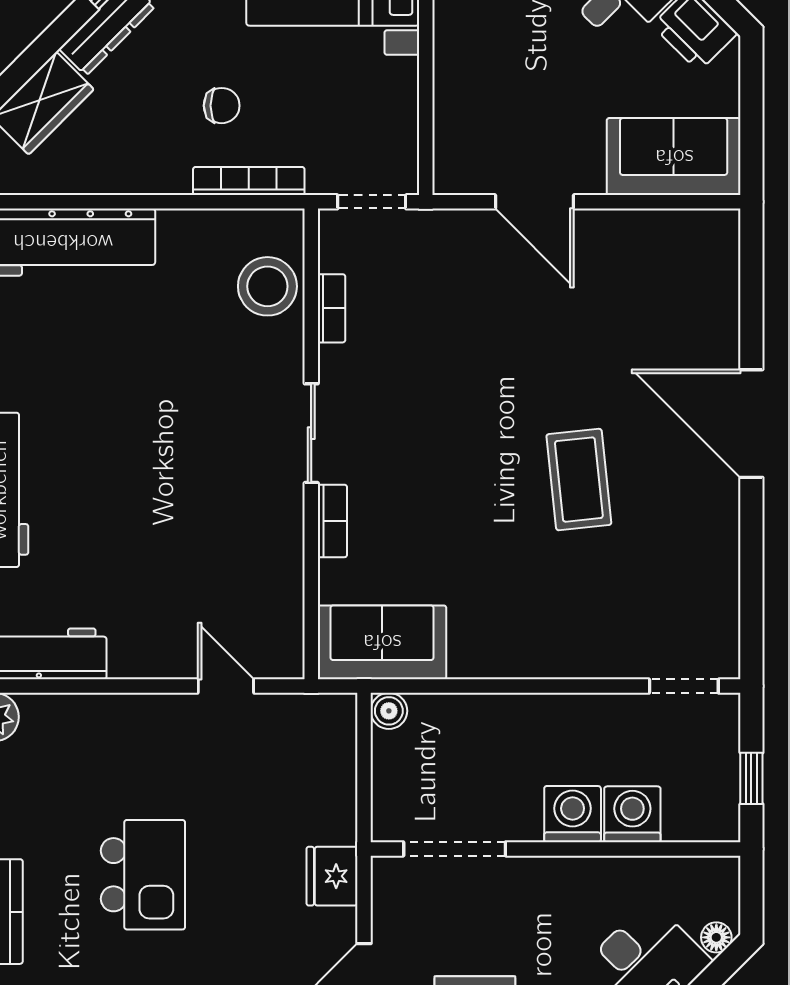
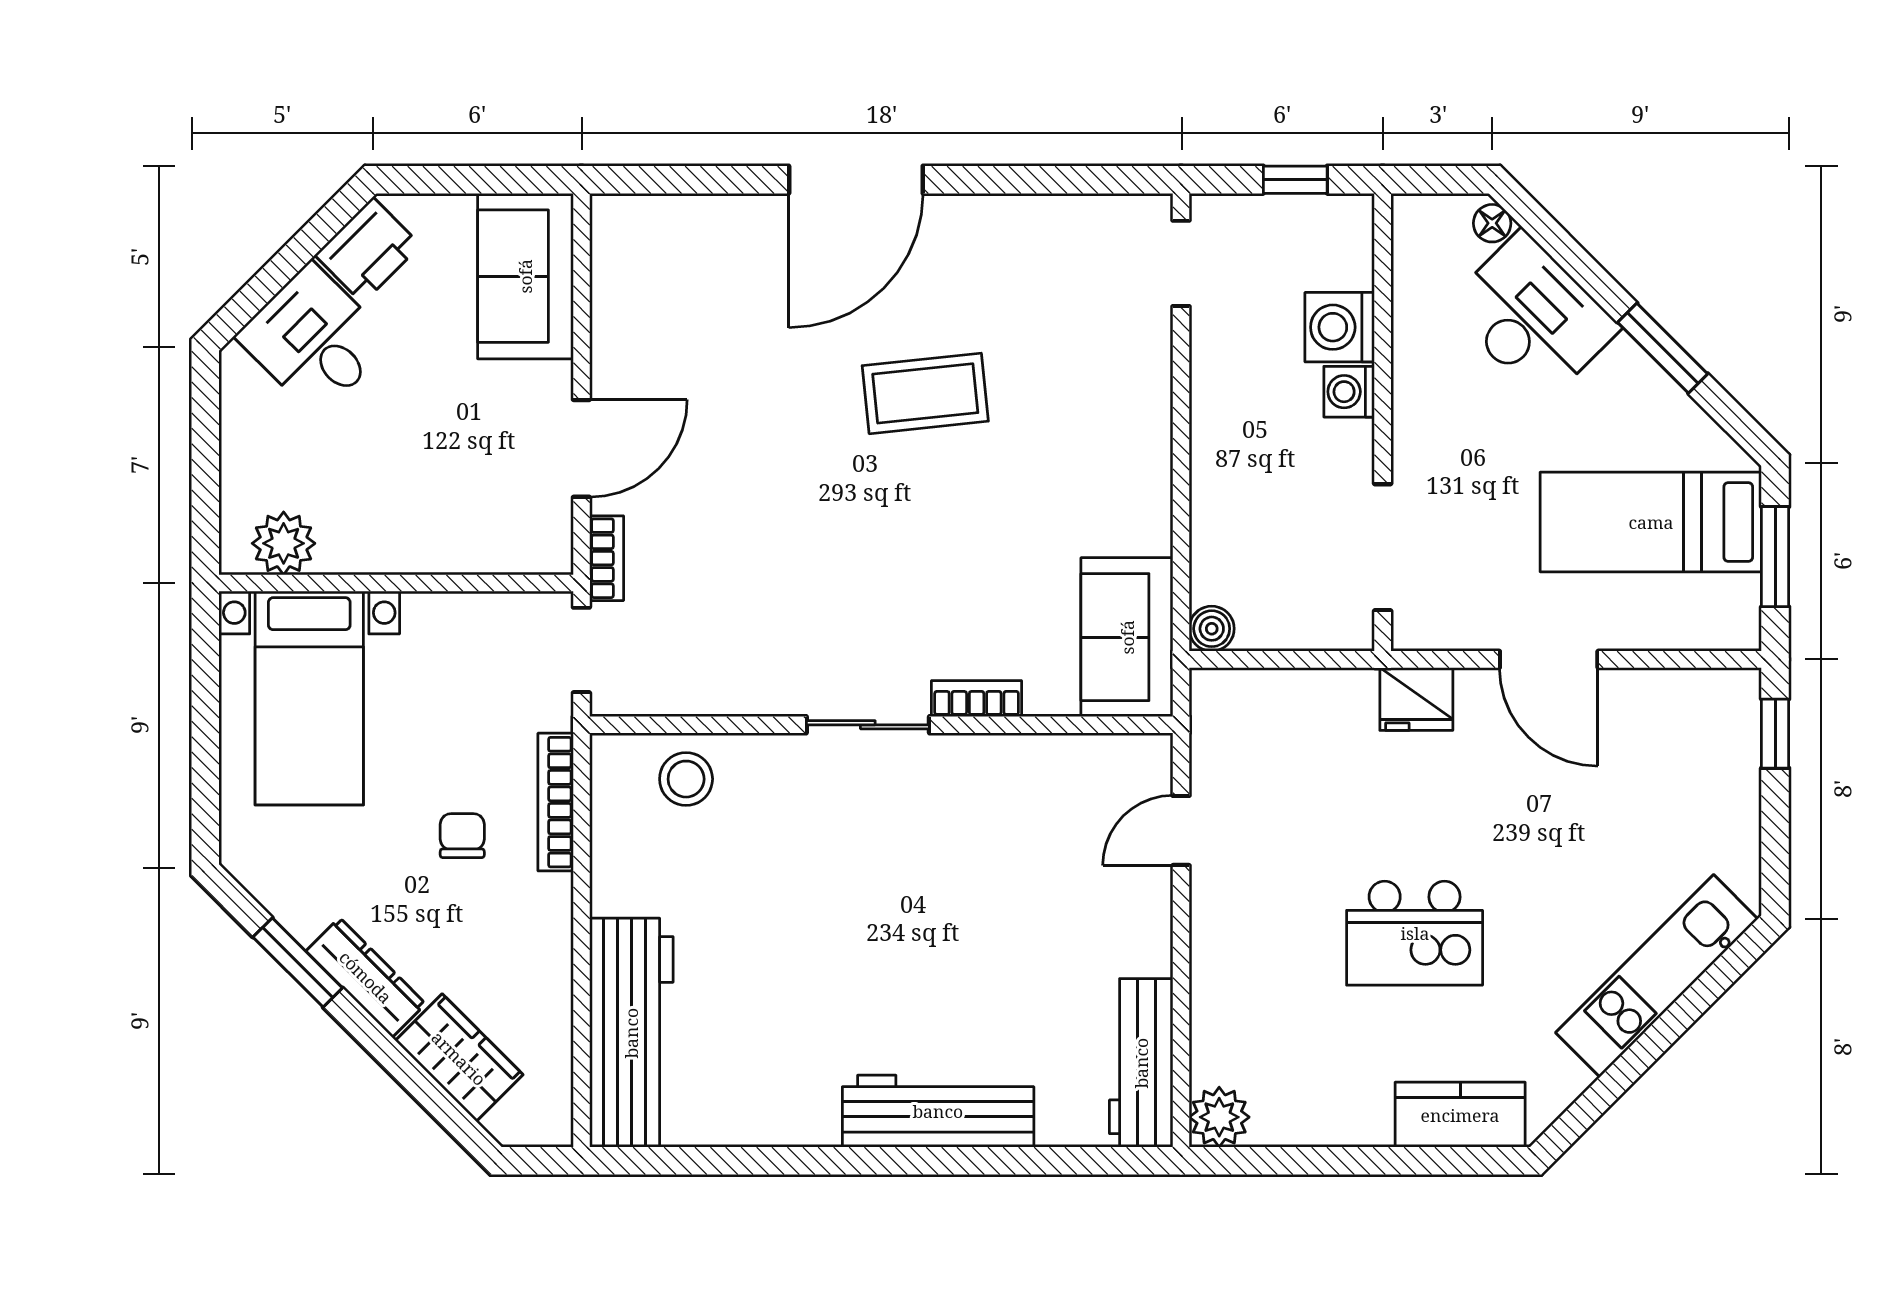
stool: (267, 286) -> (686, 779), width x0.73, depth x0.73
bookcase: (332, 308) -> (607, 558), moved, turned 90
washing machine: (573, 814) -> (1349, 392), width x0.73, depth x0.73
kitchen island: (143, 875) -> (1415, 933), turned 180

